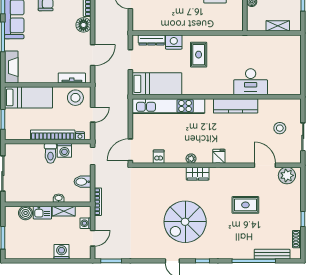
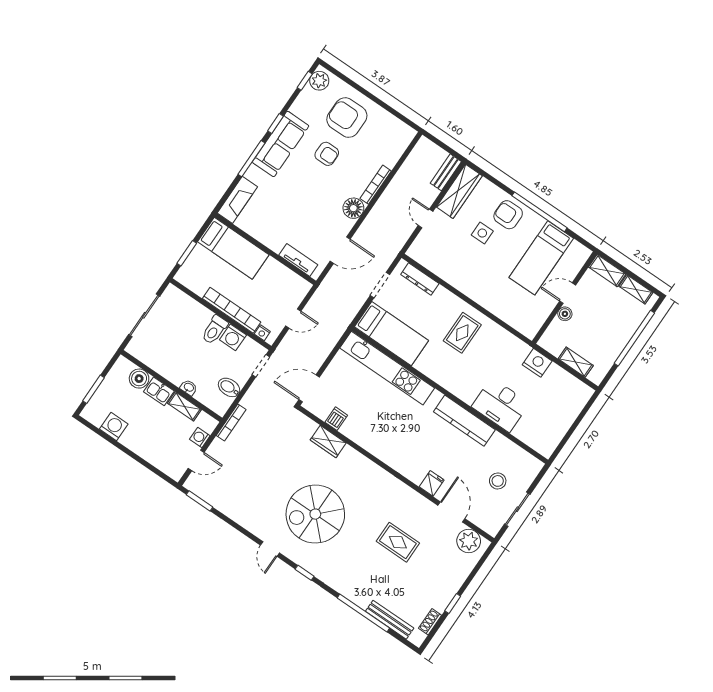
nightstand: (174, 42) -> (537, 363), moved
stool: (75, 98) -> (287, 285), removed
fridge: (219, 156) -> (432, 483), moved
plant: (191, 159) -> (372, 446), removed
wardrobe: (198, 174) -> (328, 442), moved
washing machine: (61, 252) -> (114, 426), moved

